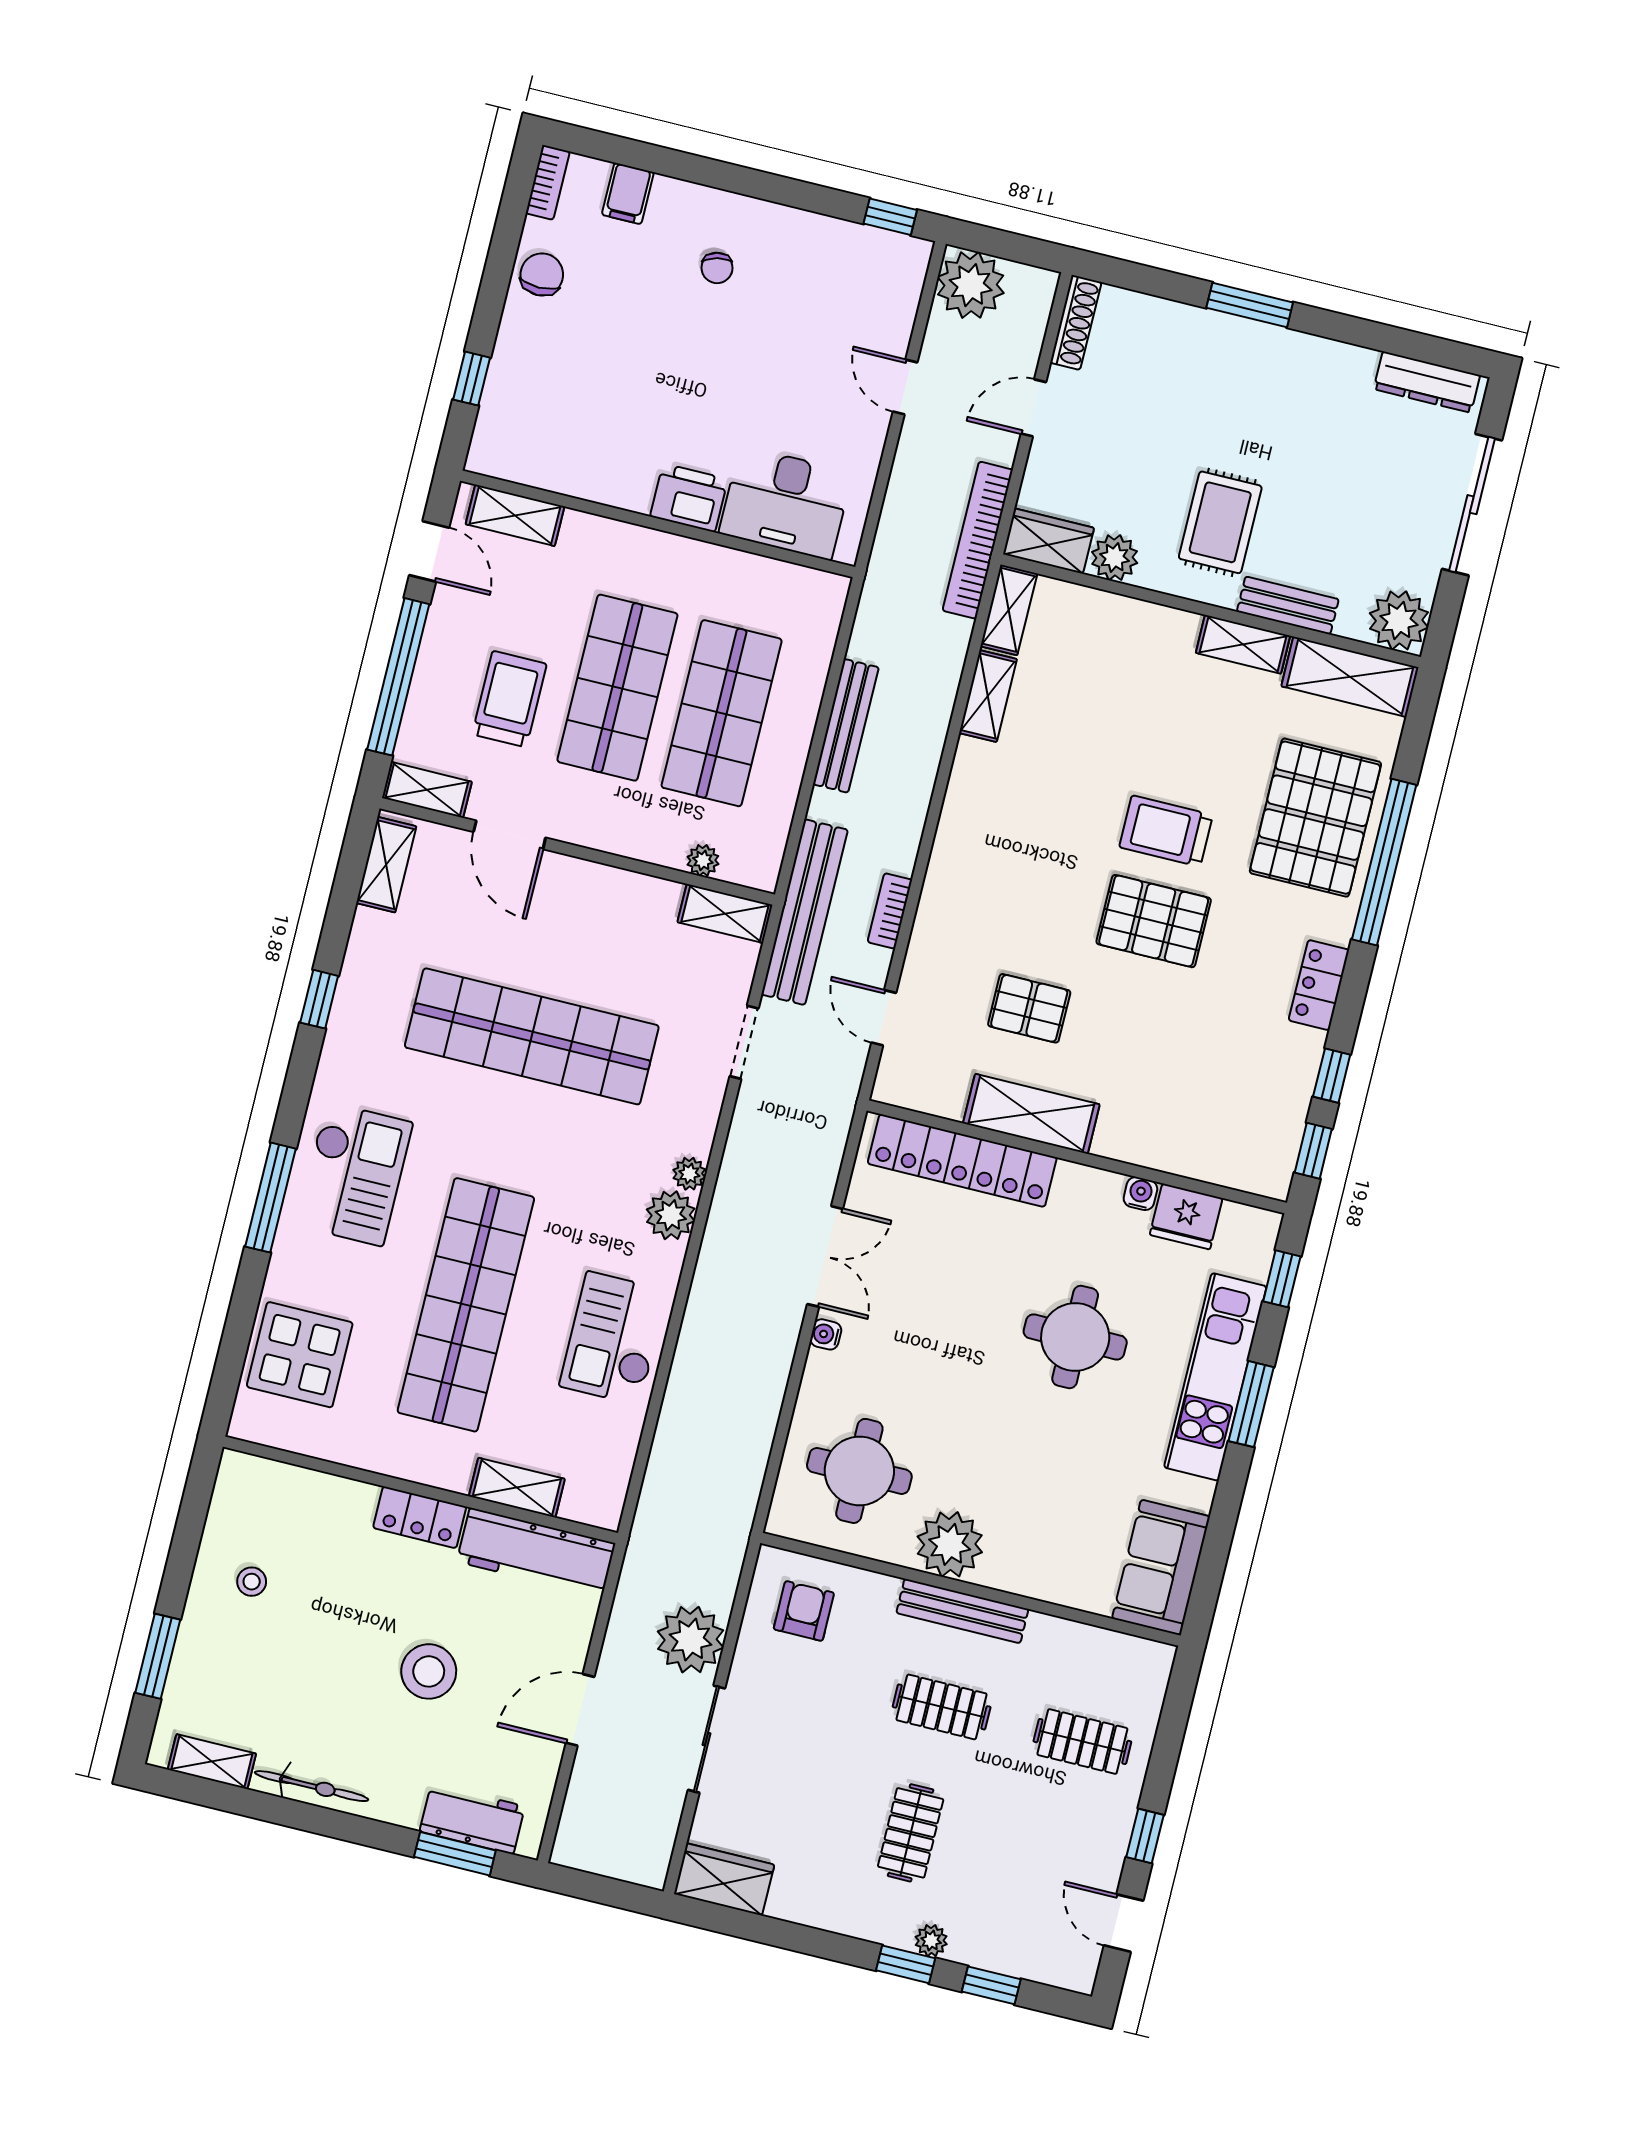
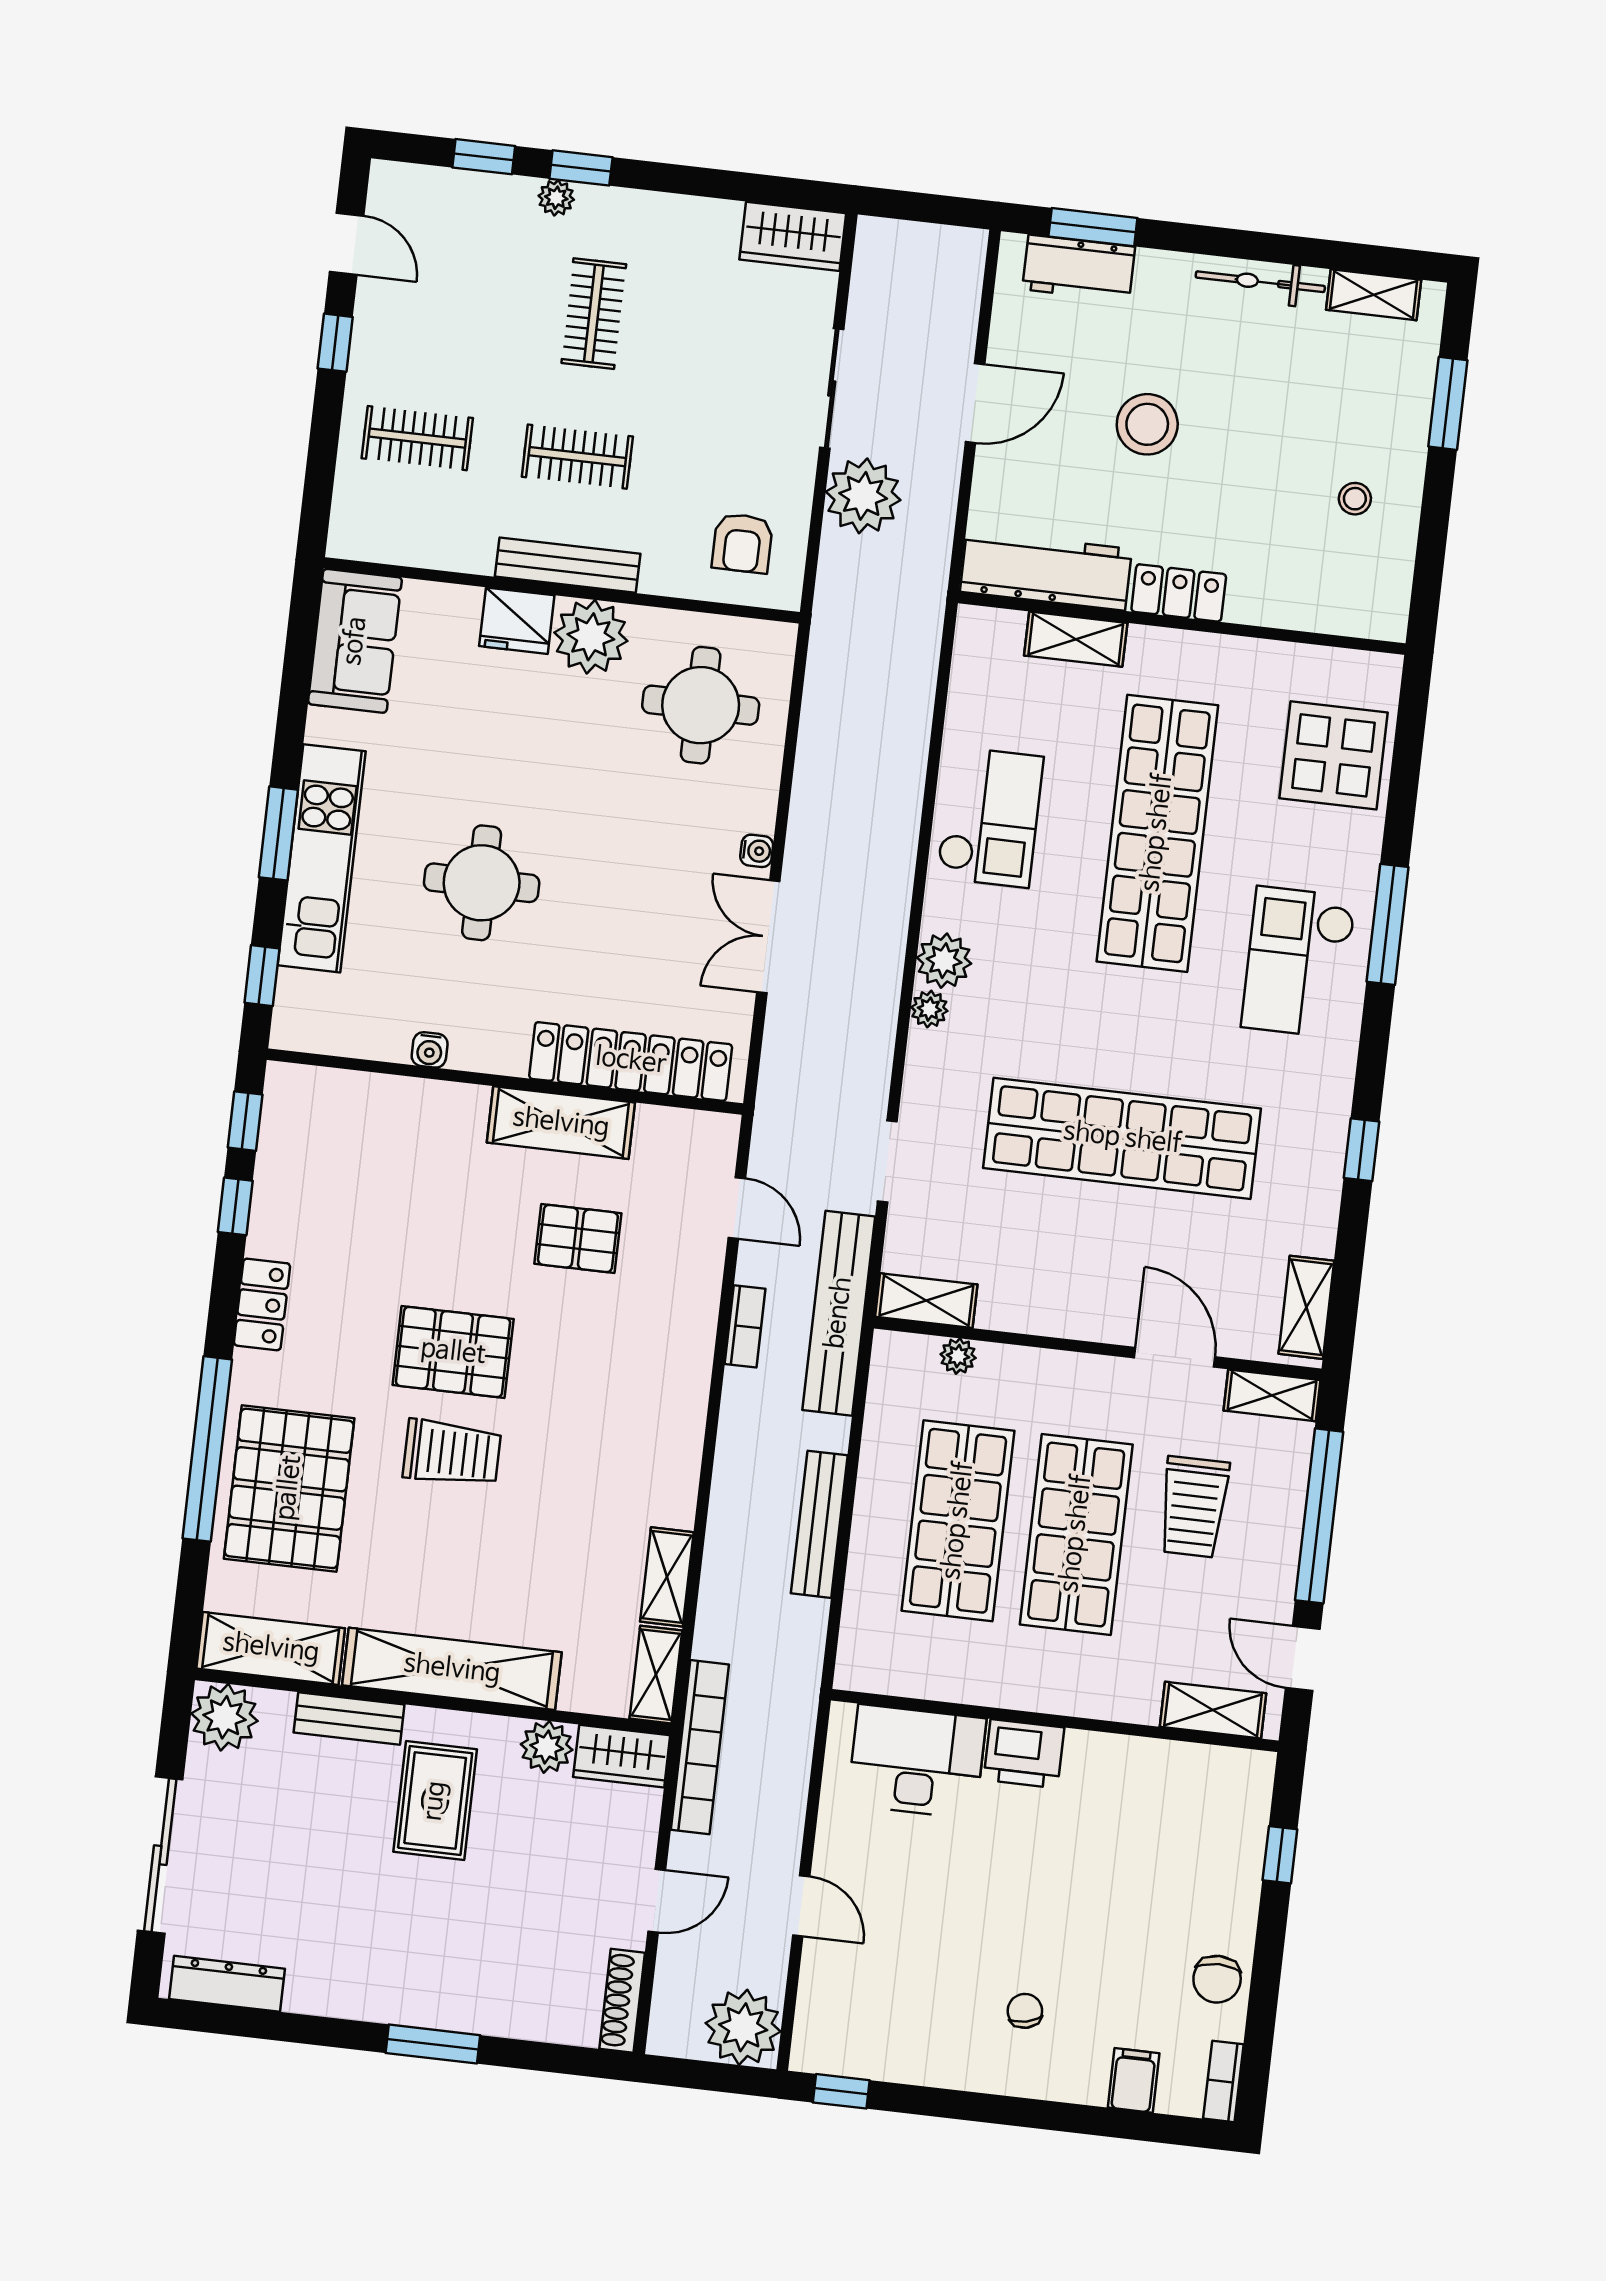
shelving: (1243, 644) -> (452, 1669), width x2.20, depth x1.33
fridge: (1186, 1216) -> (517, 621), moved, turned 180

